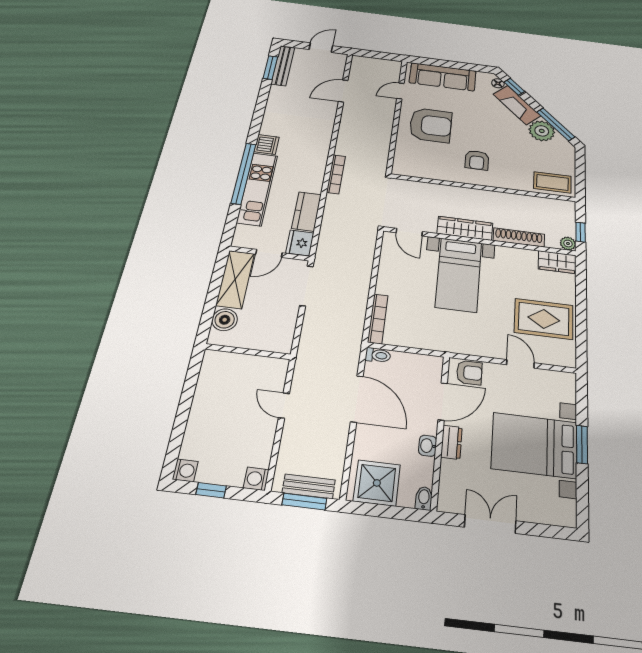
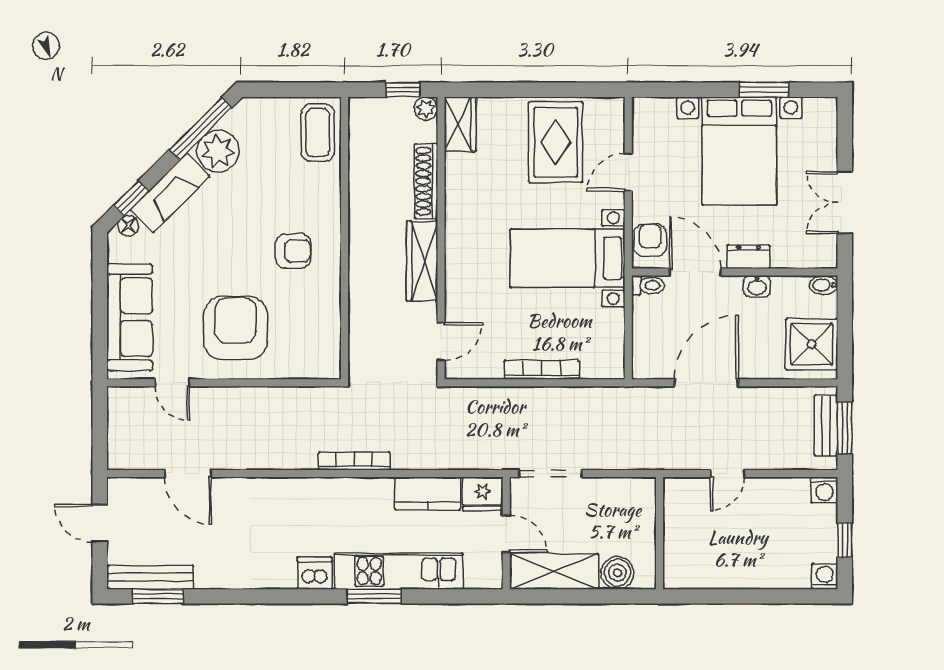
window: (244, 173) -> (374, 596), width x0.47
bed with nightstands: (459, 275) -> (567, 258), moved, turned 180
bookcase: (378, 319) -> (542, 370), moved
toilet: (378, 355) -> (648, 285), moved, turned 90
window: (582, 444) -> (764, 90), moved

